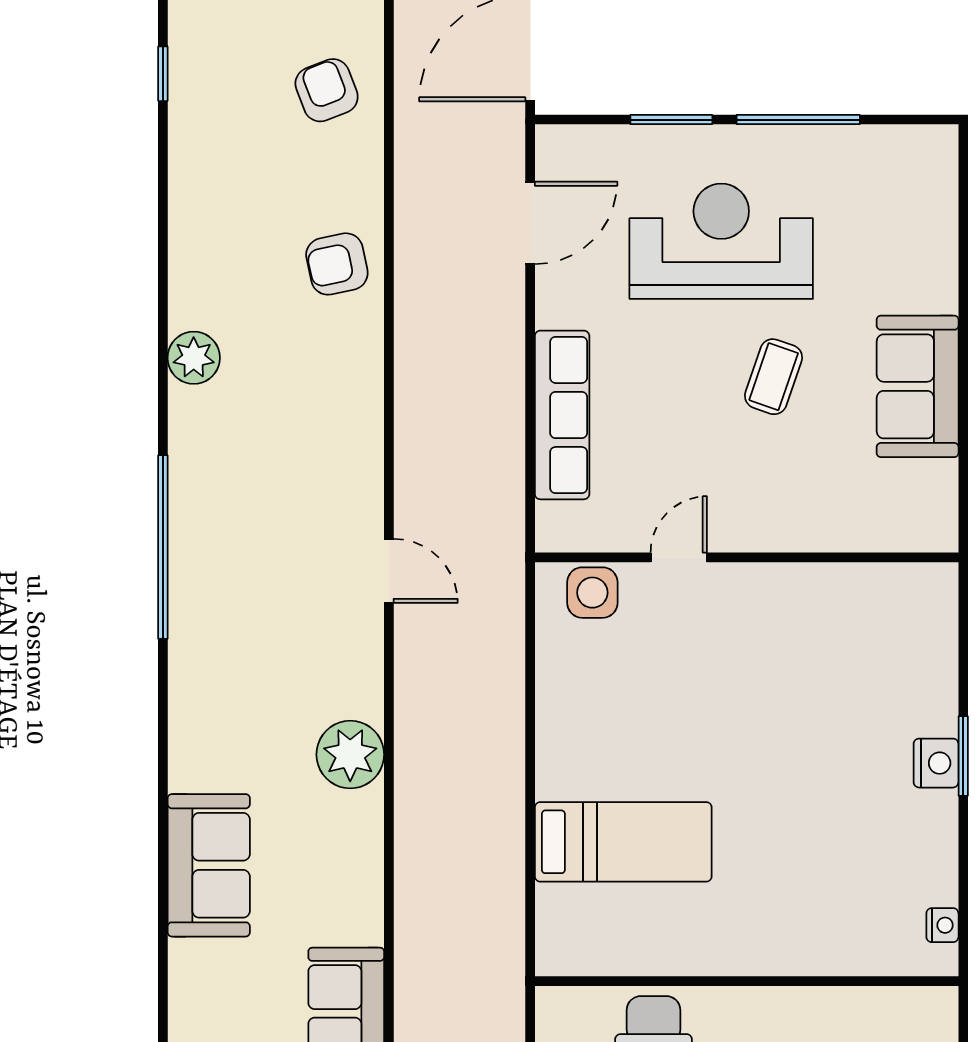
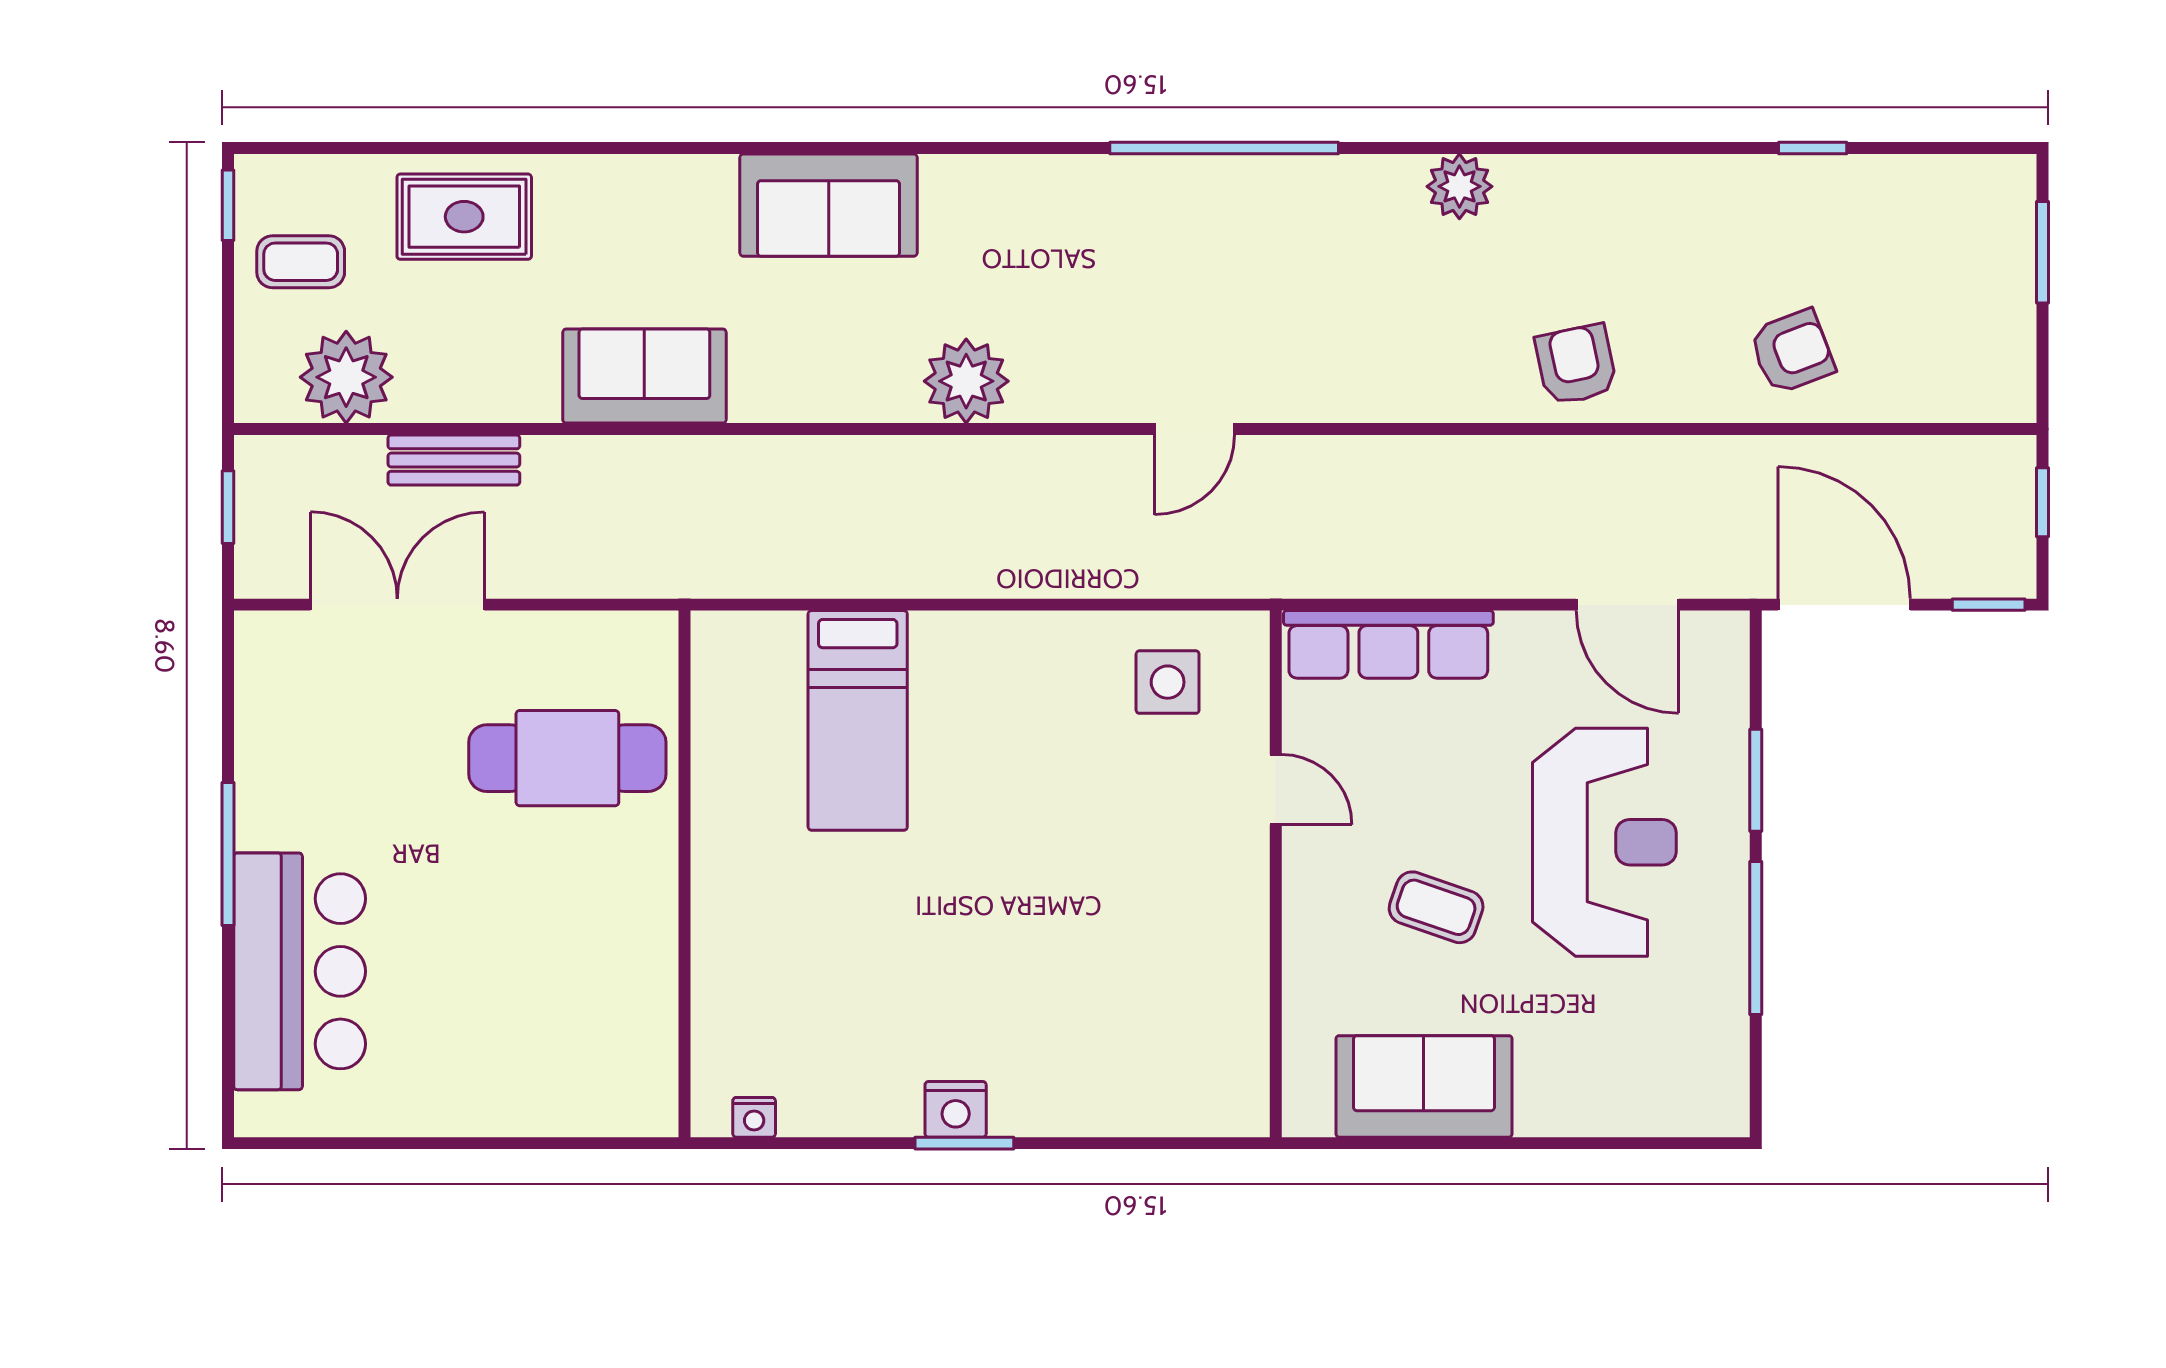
door: (679, 557) -> (1276, 789), moved
wall: (747, 557) -> (1276, 874), moved

